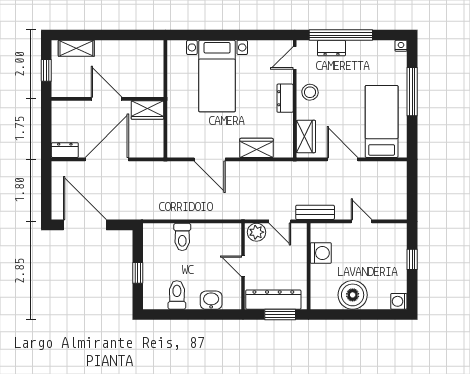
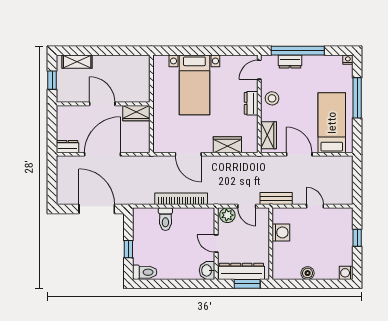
bookcase: (201, 213) -> (181, 199), added
door: (85, 225) -> (97, 209), moved
toilet: (177, 295) -> (145, 272), moved, turned 90
boiler: (353, 295) -> (308, 273), width x0.54, depth x0.54
washbasin: (211, 300) -> (207, 270), moved, turned -90

